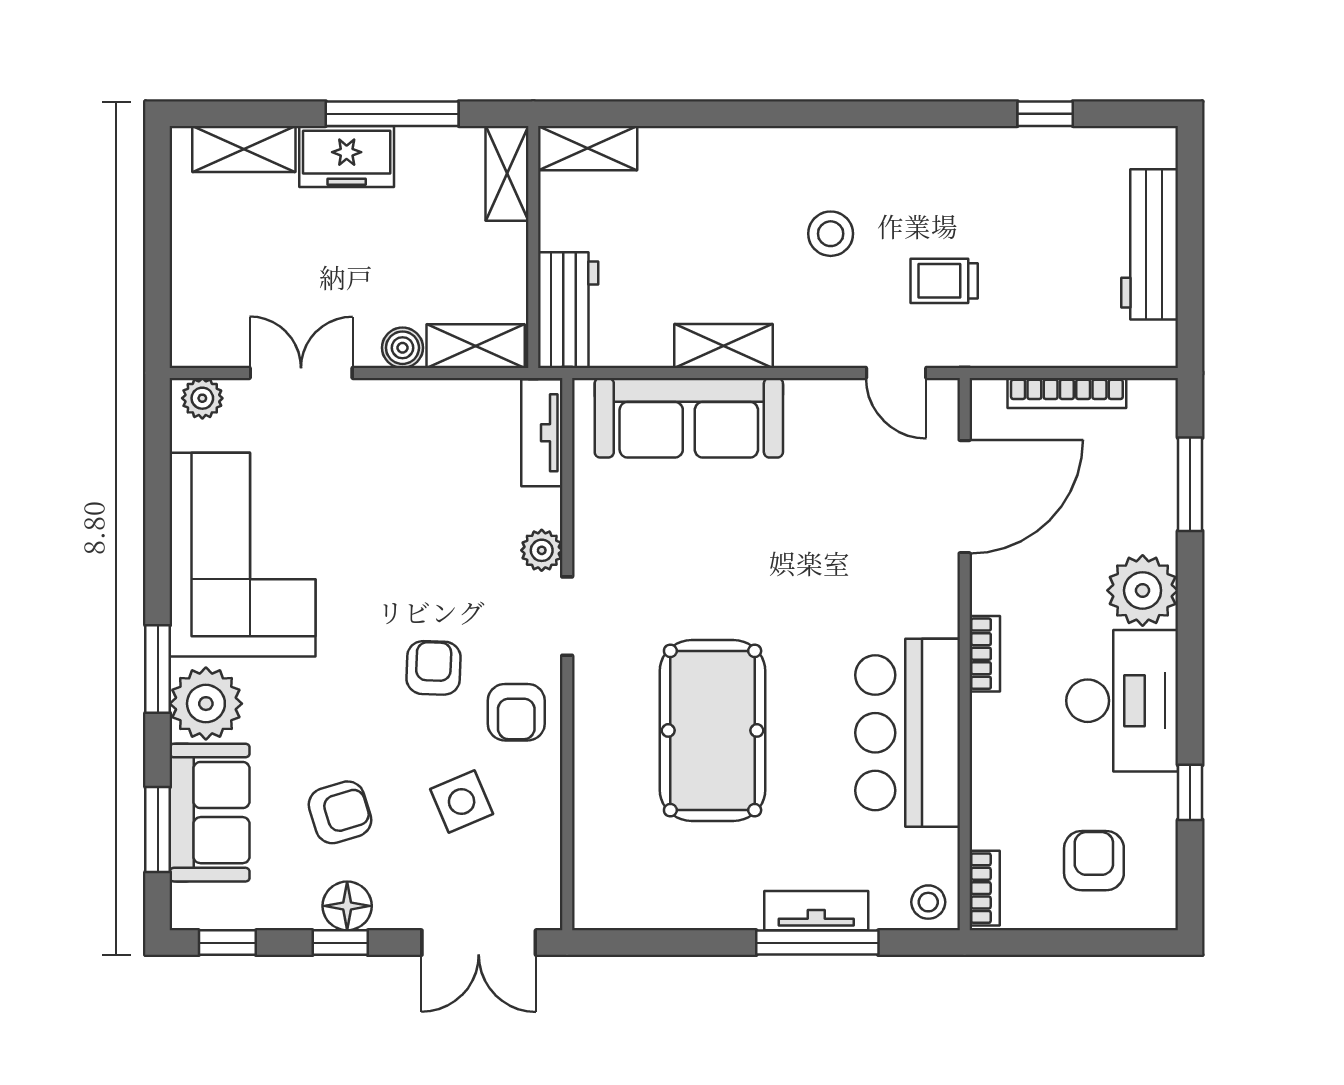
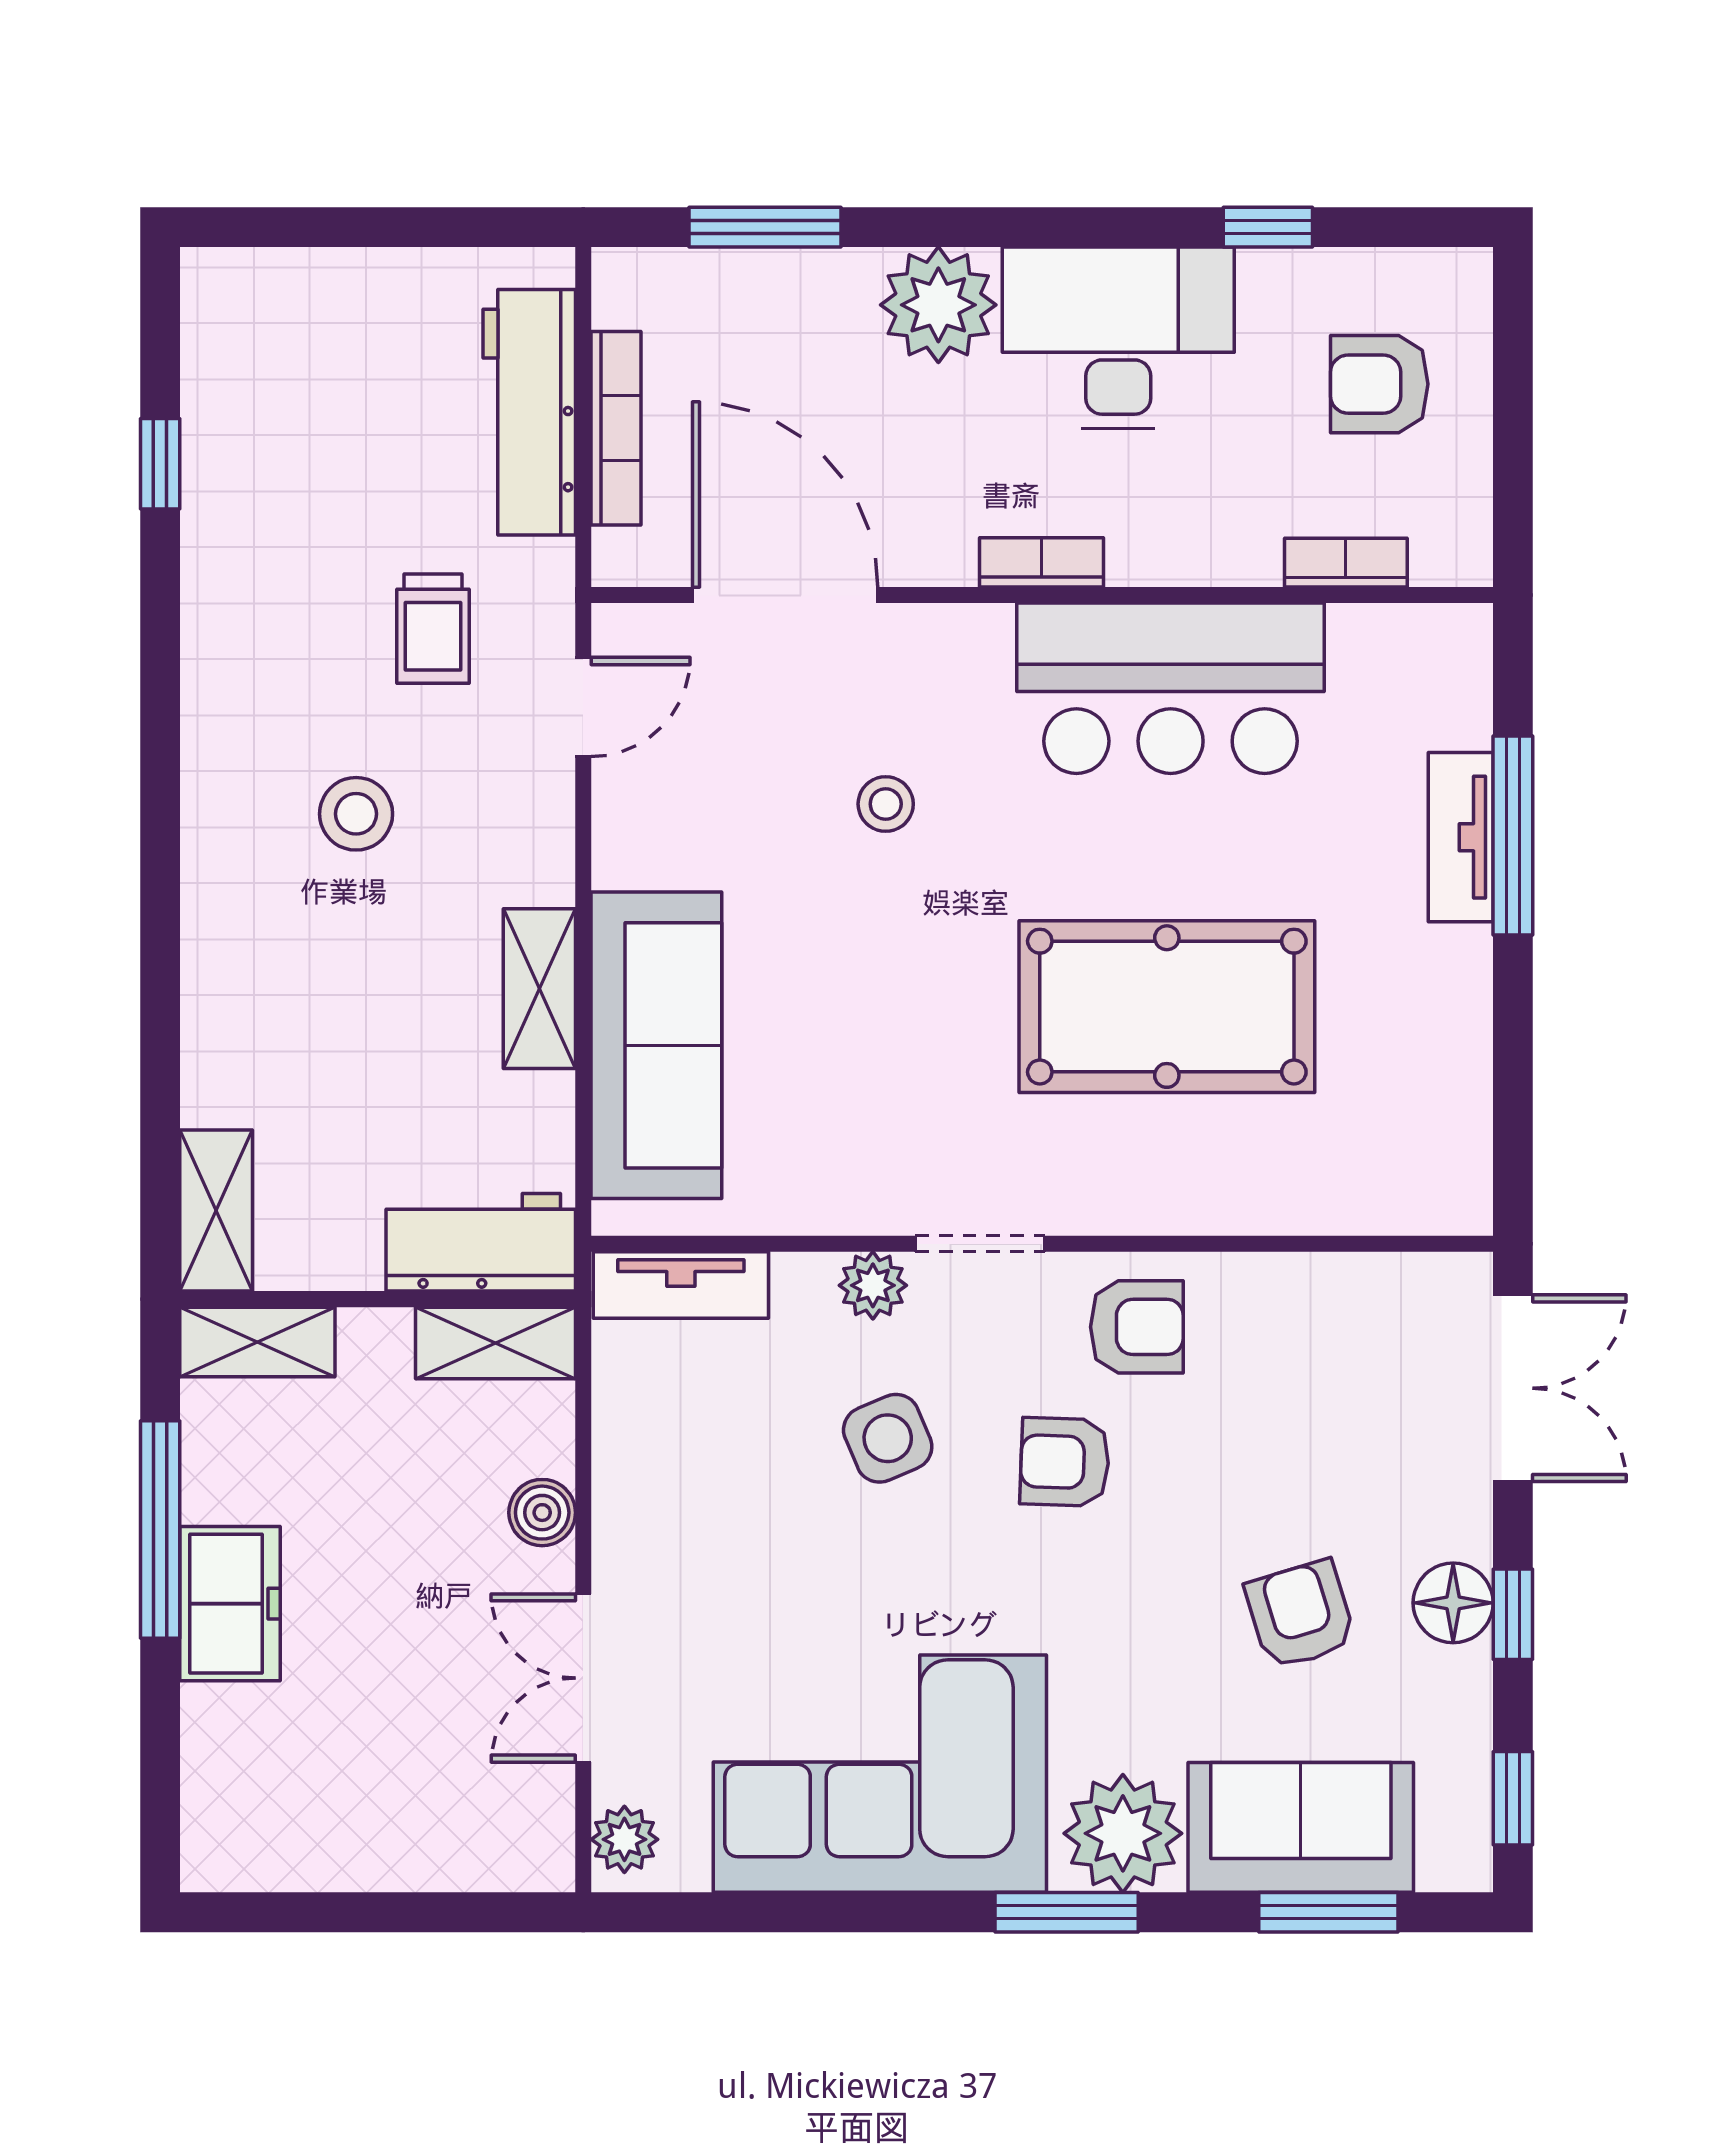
shelving: (244, 149) -> (218, 1771), removed
workbench: (1150, 244) -> (529, 412), moved, turned 90
shelving: (476, 346) -> (496, 1343), moved, turned 90
side table: (462, 801) -> (888, 1438), moved
bookcase: (985, 888) -> (1346, 563), moved
stool: (928, 902) -> (886, 804), moved

